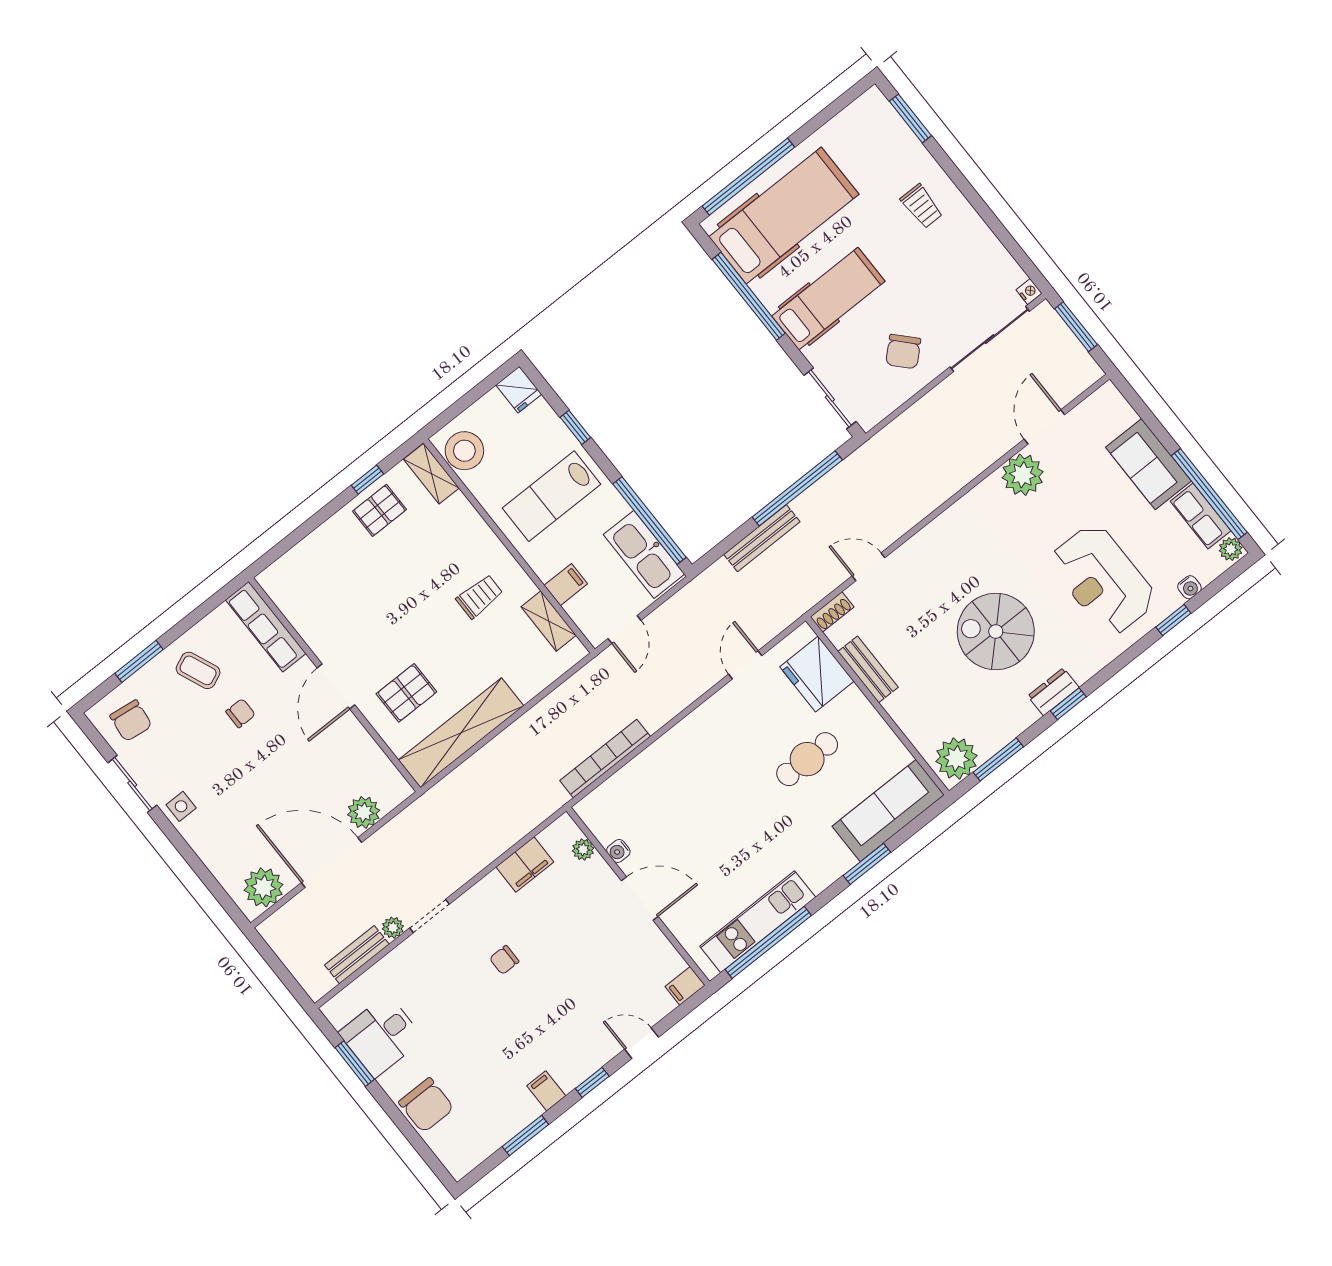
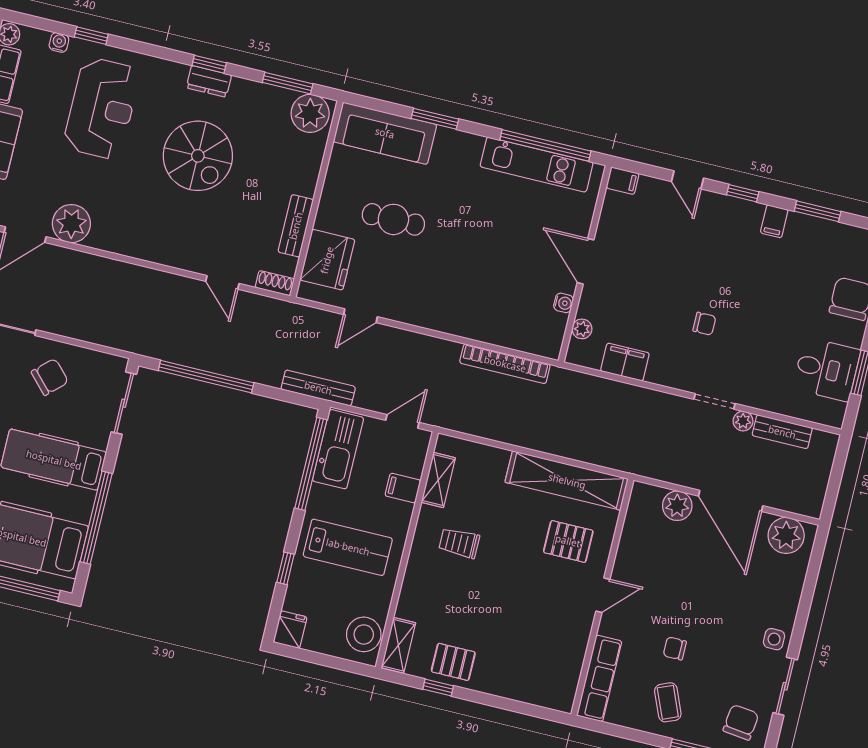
bench: (762, 538) -> (318, 388), moved
door: (336, 686) -> (603, 595), width x0.73

